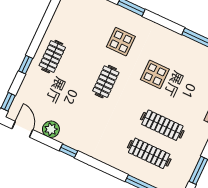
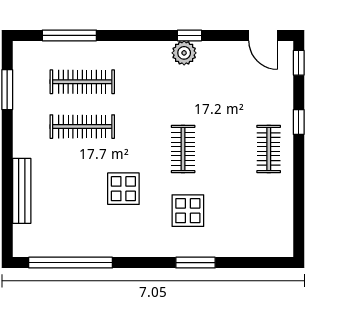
plant: (51, 129) -> (184, 53), moved

